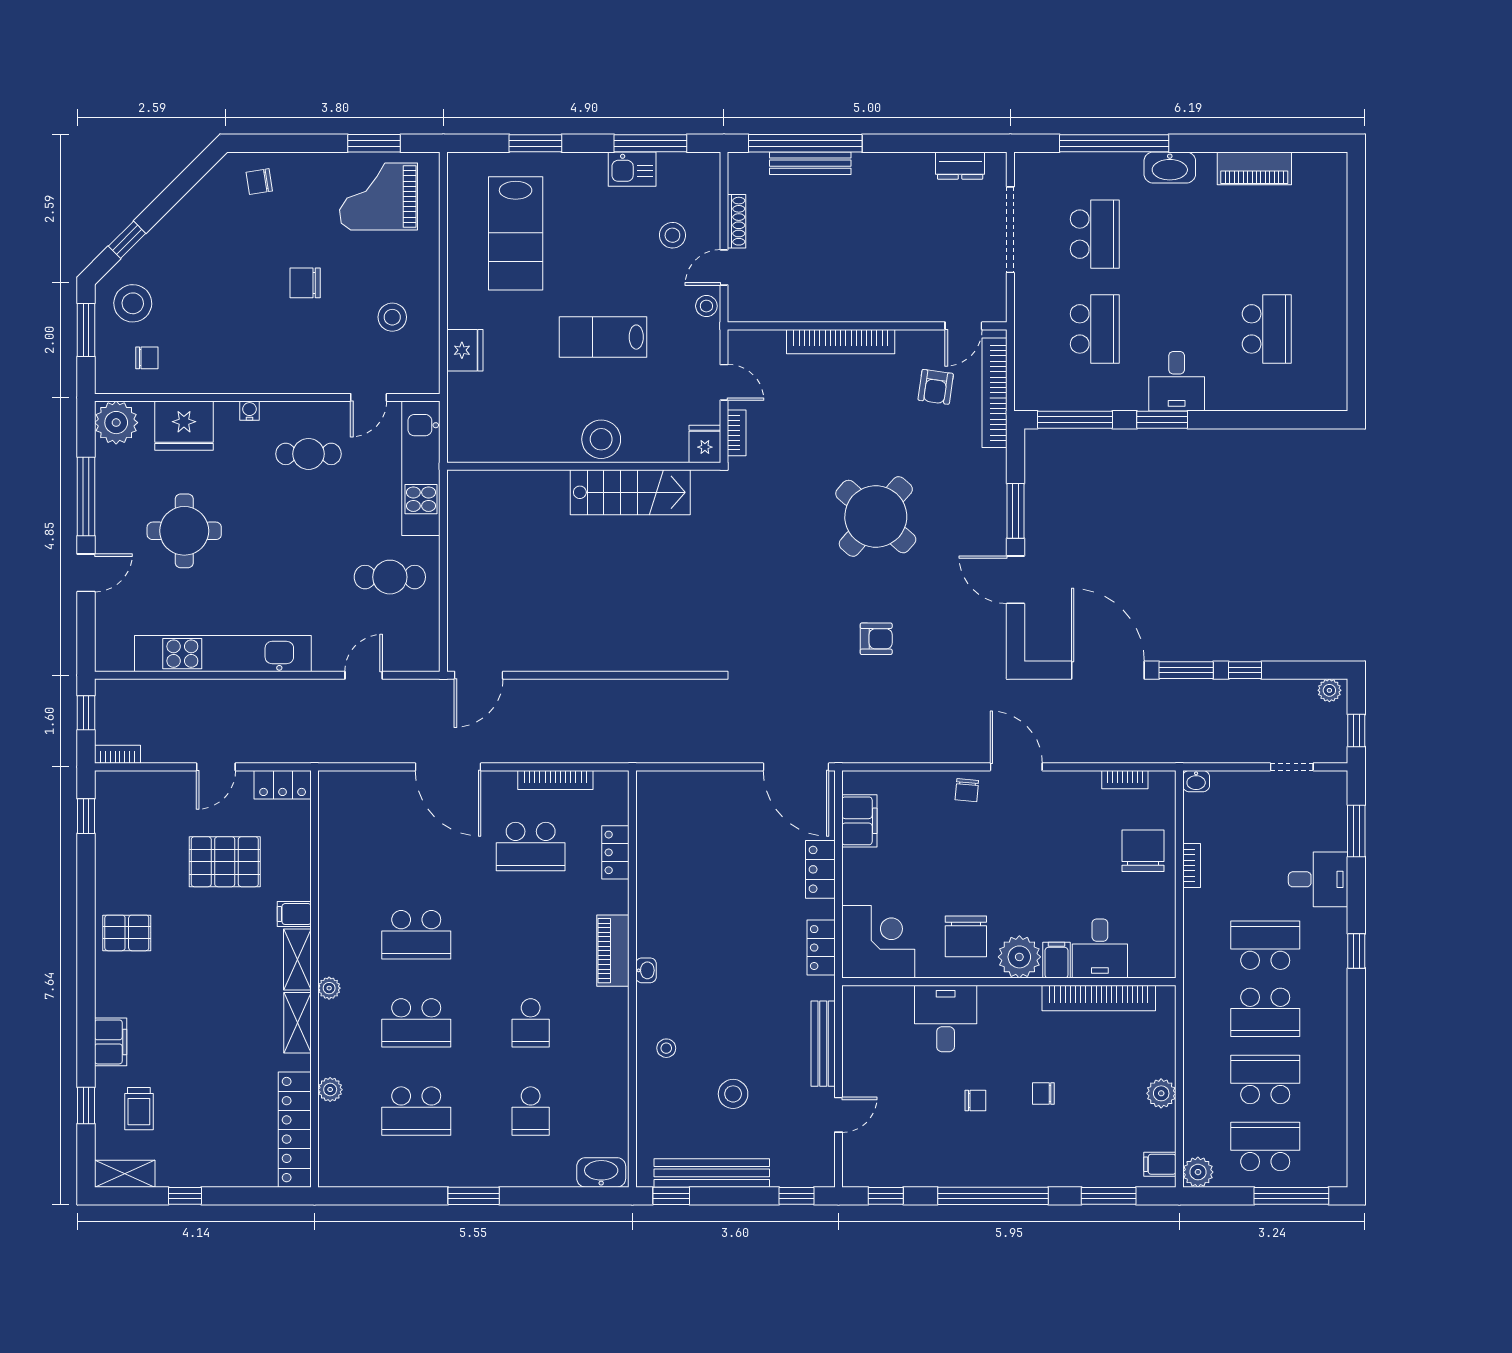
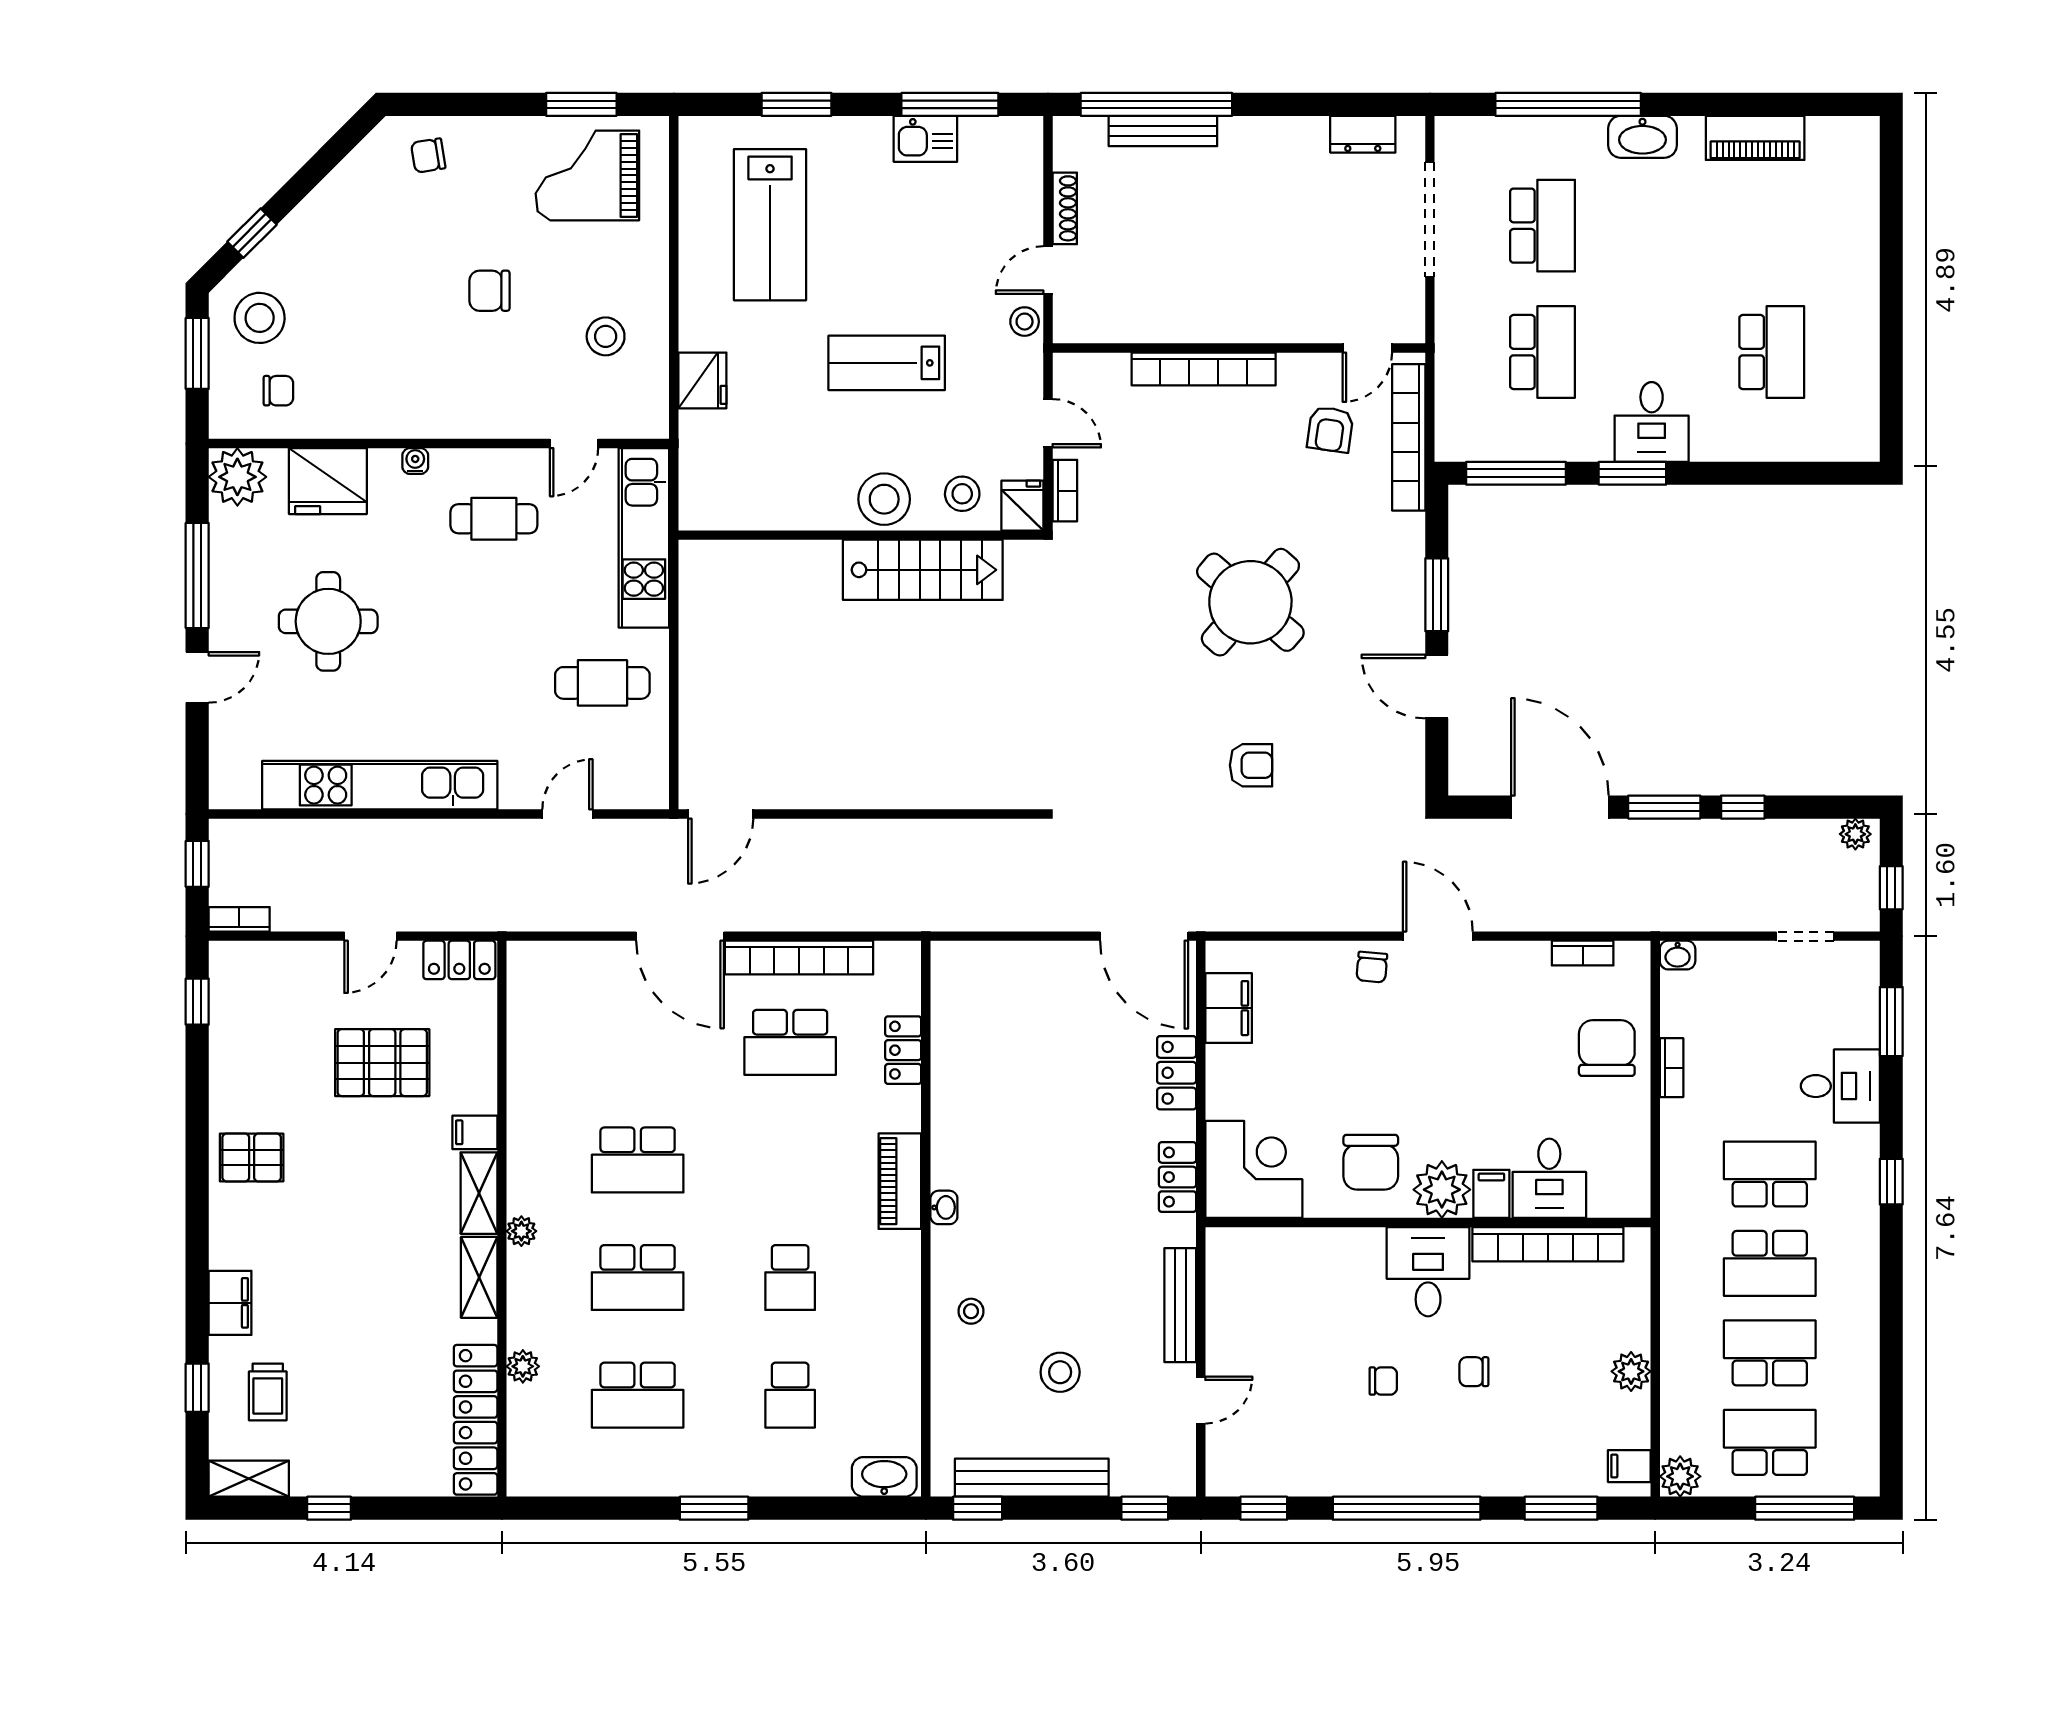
stool: (672, 235) -> (962, 494), moved
bookcase: (555, 780) -> (799, 958), width x1.48, depth x1.31
desk: (946, 1019) -> (1428, 1272), moved

